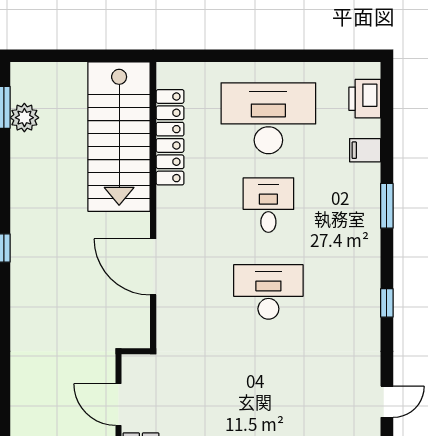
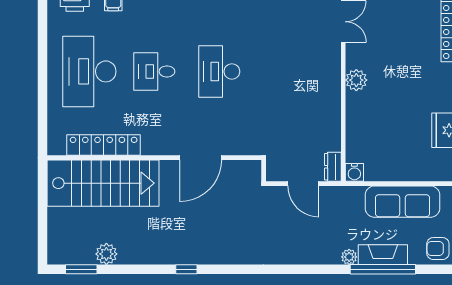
plant: (24, 118) -> (106, 254), moved
door: (119, 405) -> (303, 184), hinge flipped

